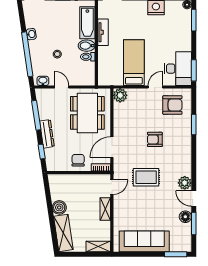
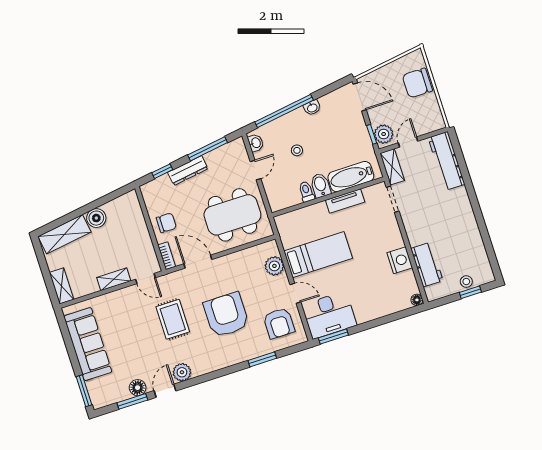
window: (194, 20) -> (400, 315), removed
plant: (120, 95) -> (274, 266), moved
armchair: (155, 139) -> (226, 315), width x1.88, depth x1.88

